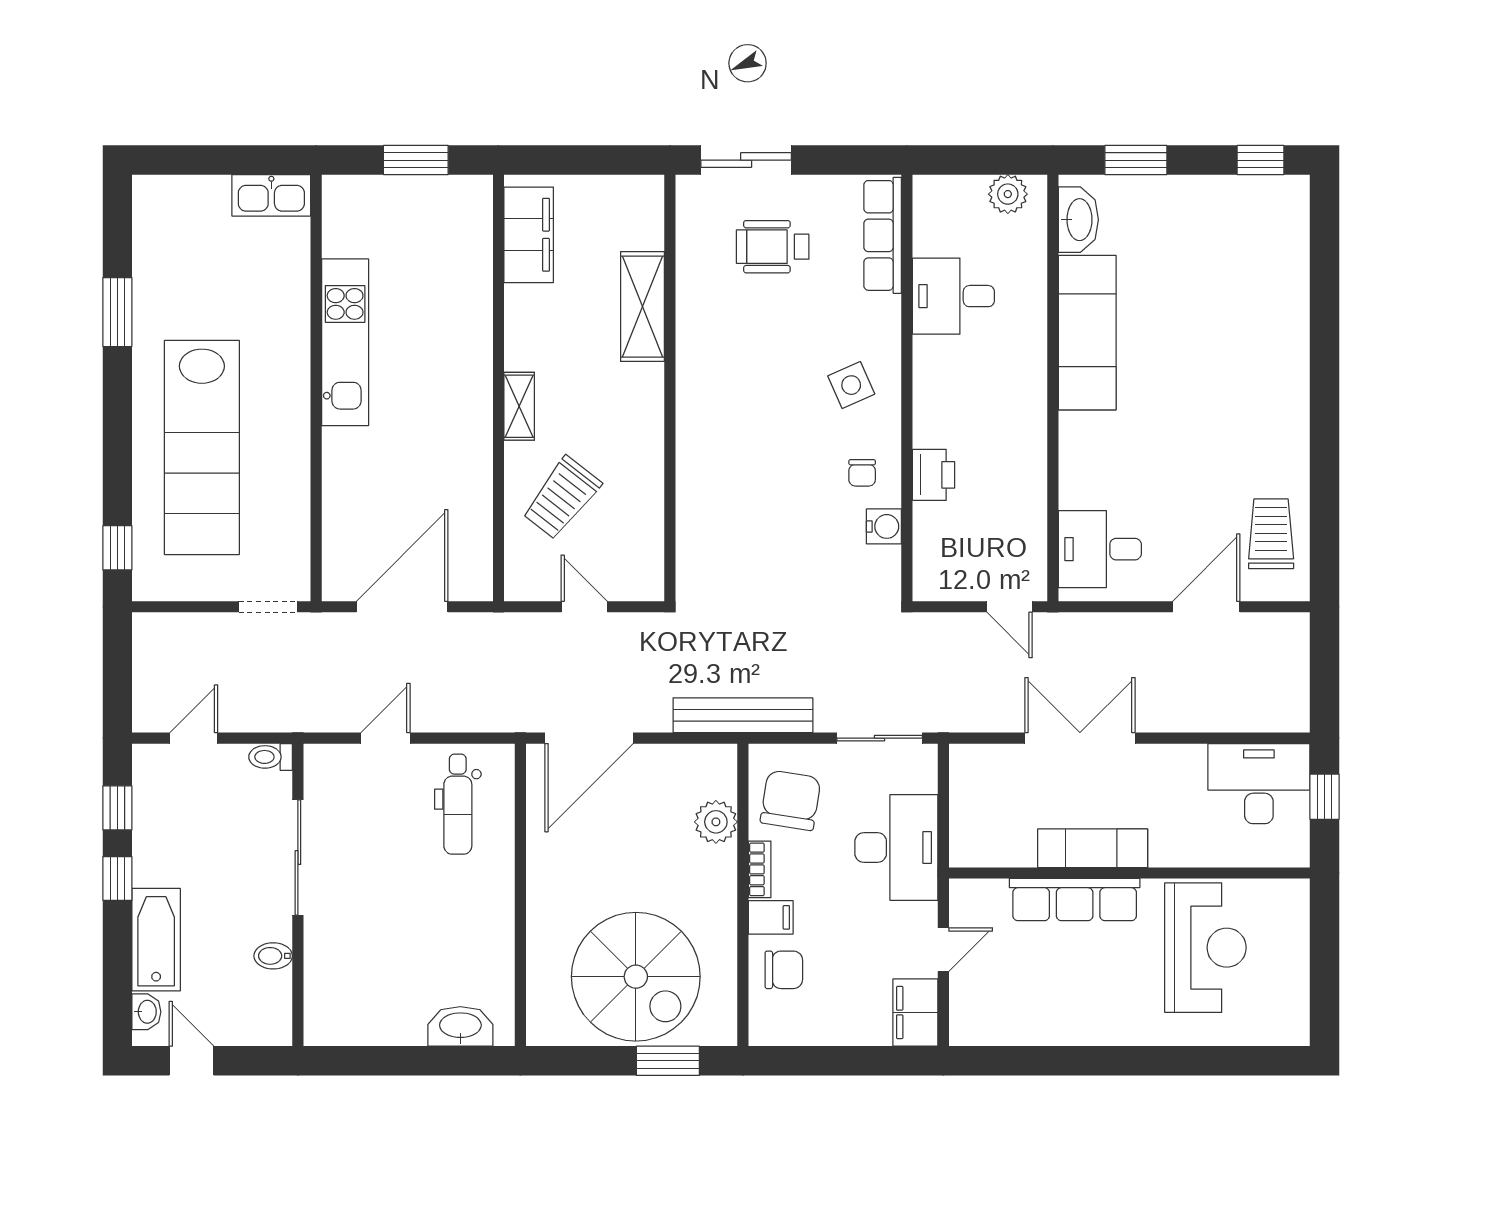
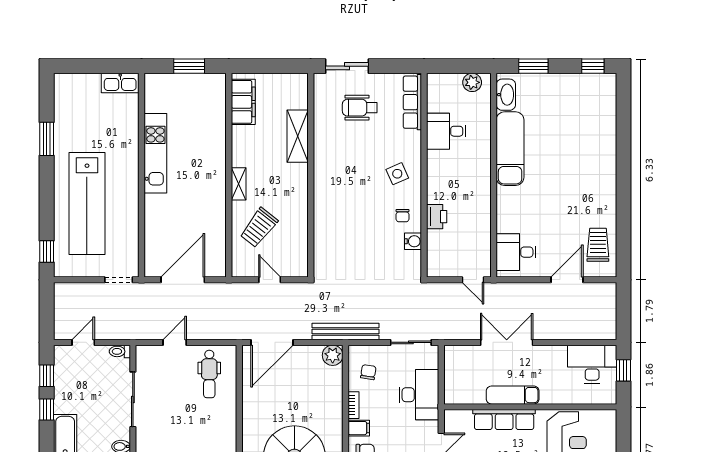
chair: (791, 800) -> (368, 372), width x0.54, depth x0.54
plant: (716, 822) -> (333, 355), moved

